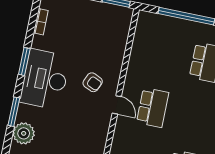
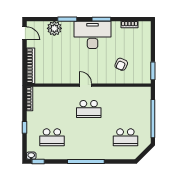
armchair: (93, 82) -> (121, 64), moved
door: (117, 105) -> (86, 85), swing flipped

